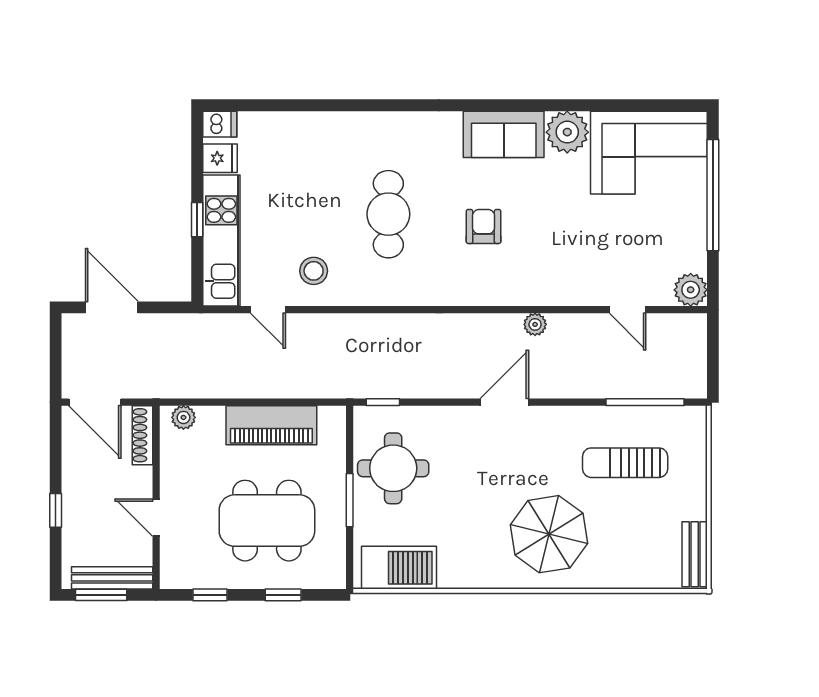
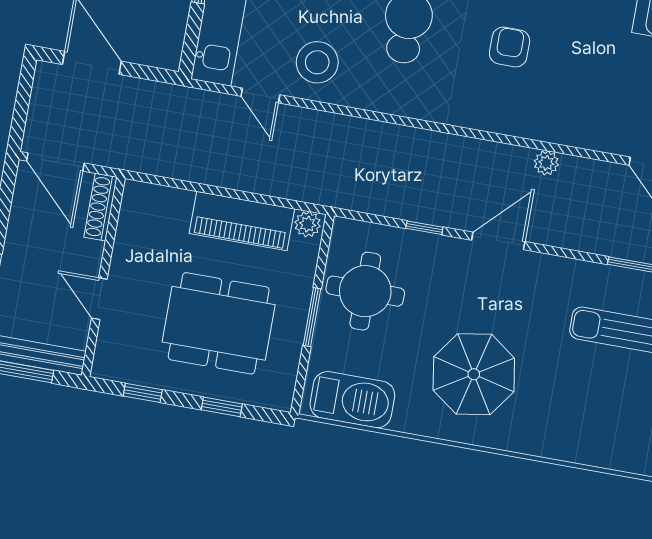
stool: (314, 271) -> (317, 62), width x1.38, depth x1.38
window: (383, 402) -> (424, 228), moved
plant: (183, 417) -> (308, 224), moved
parasol: (549, 534) -> (474, 374), moved

